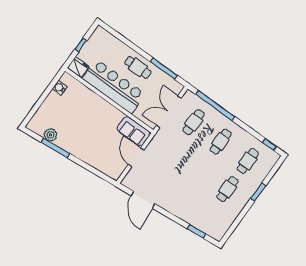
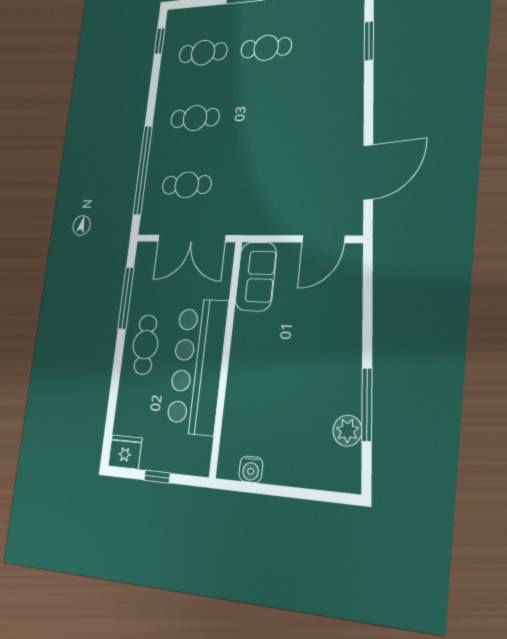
fridge: (78, 67) -> (125, 452), moved, turned 90
door: (136, 157) -> (323, 239), moved

